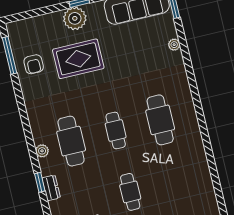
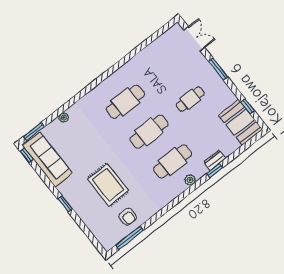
plant: (75, 18) -> (79, 202), removed
armchair: (34, 64) -> (128, 217), turned 90
cafe table: (116, 130) -> (149, 132), width x1.37, depth x1.35

